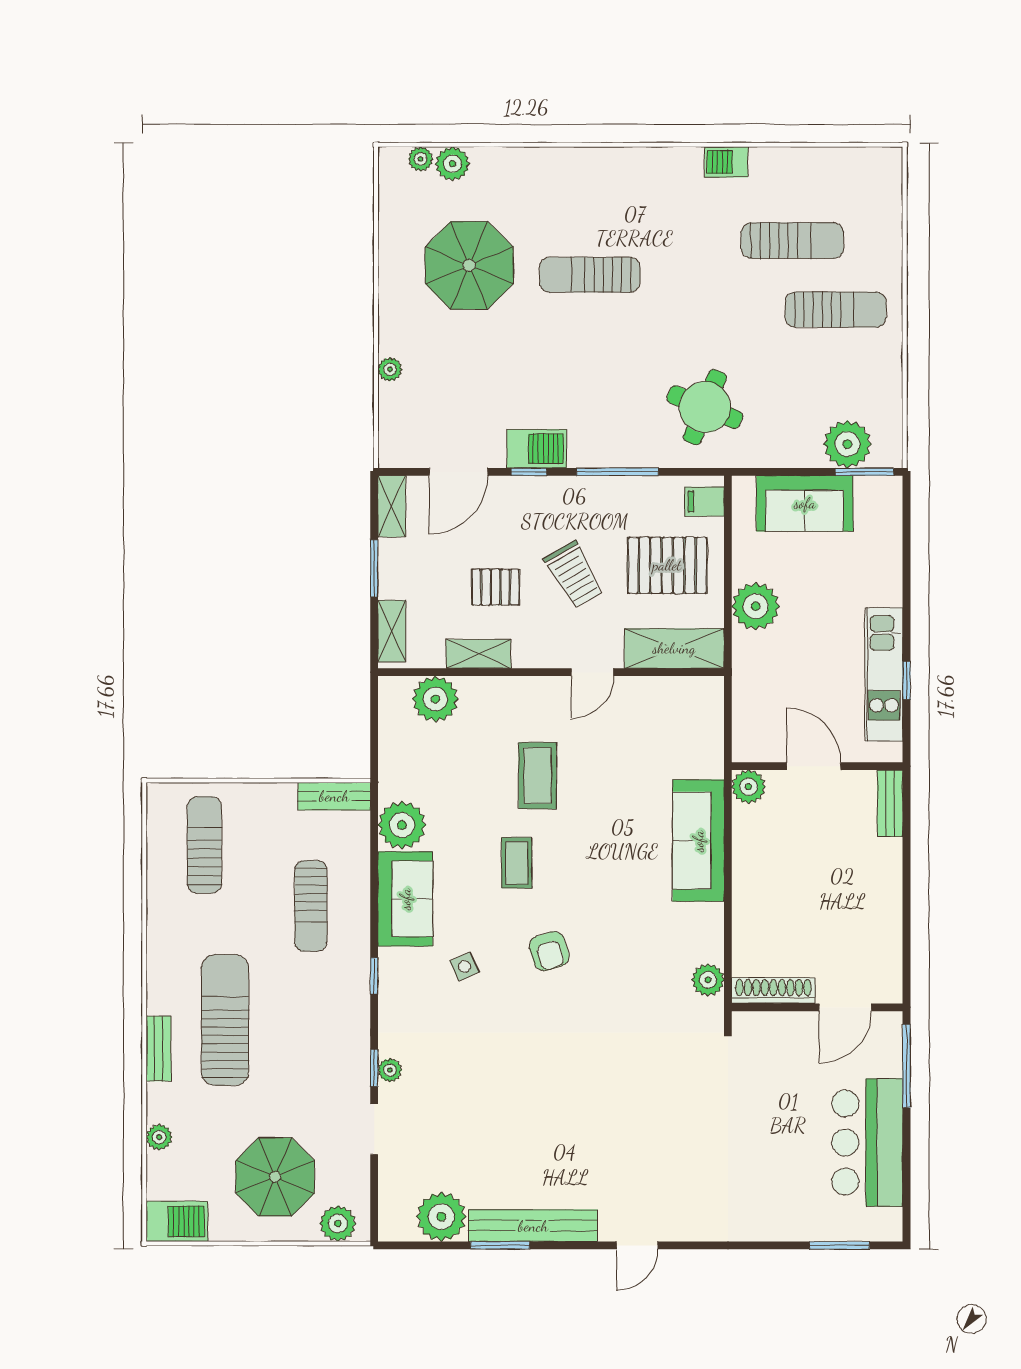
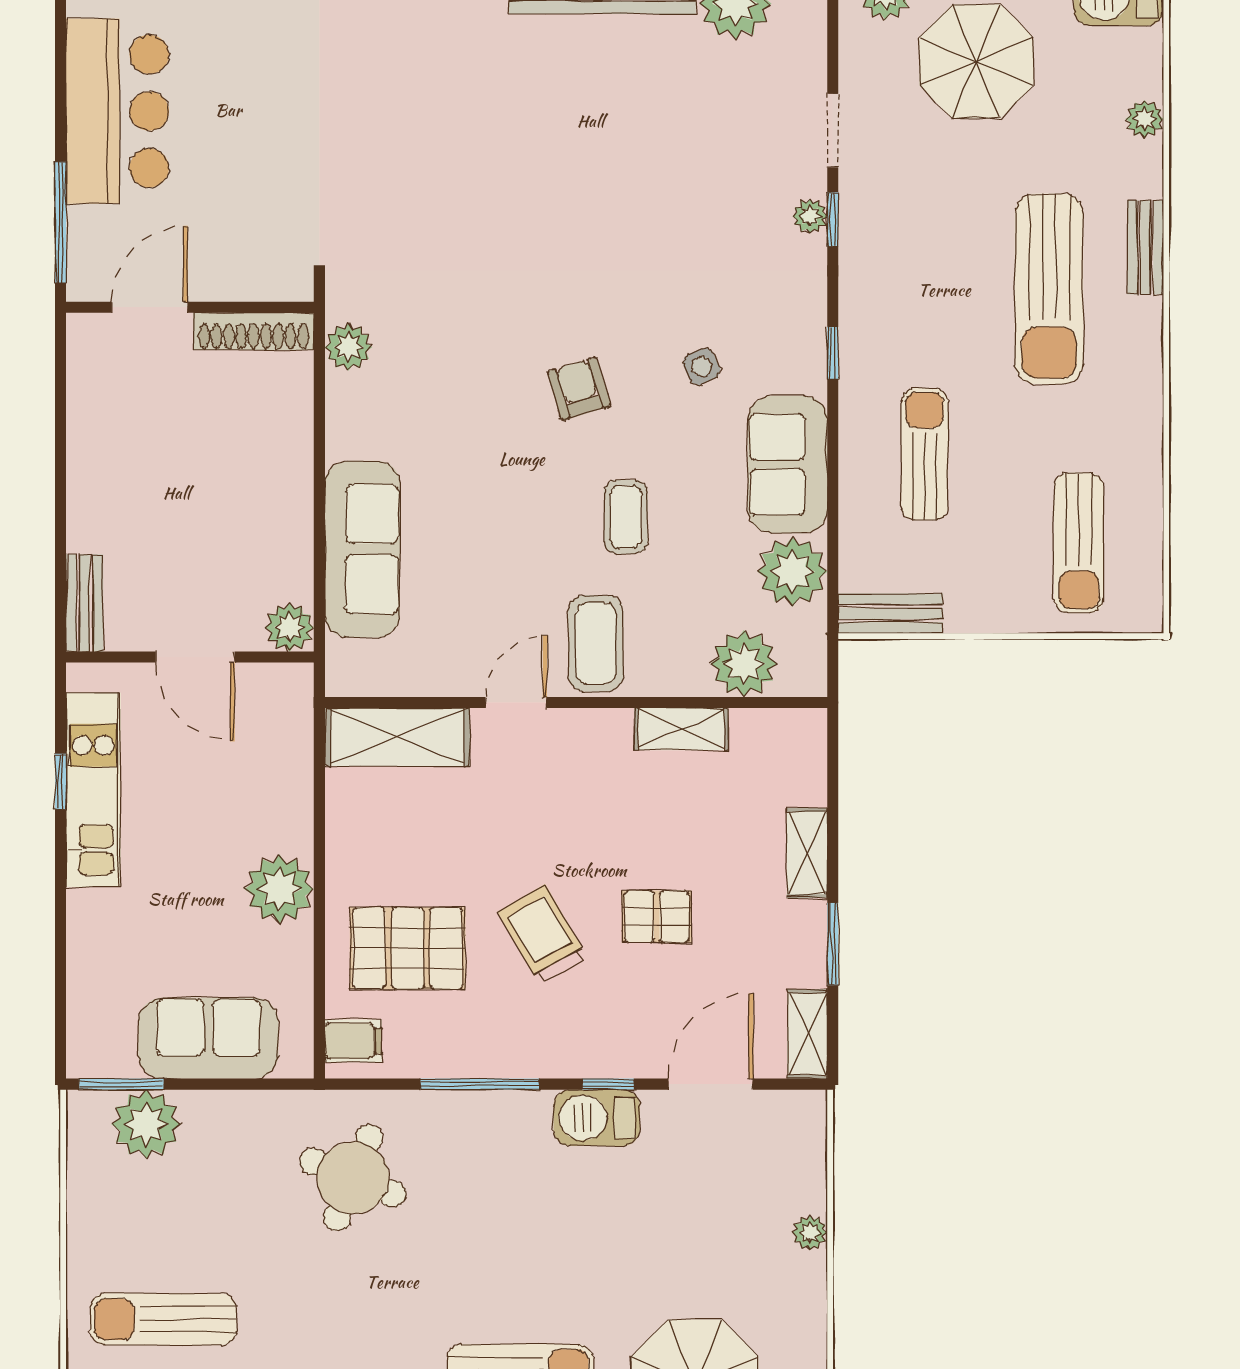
shelving: (674, 648) -> (397, 737), moved
shelving: (479, 654) -> (681, 729), moved
wall: (551, 672) -> (576, 702), moved
door: (592, 672) -> (516, 702), moved
plant: (435, 699) -> (744, 664), moved

